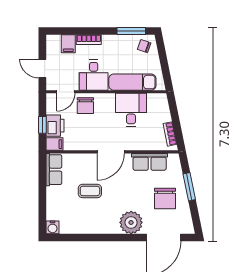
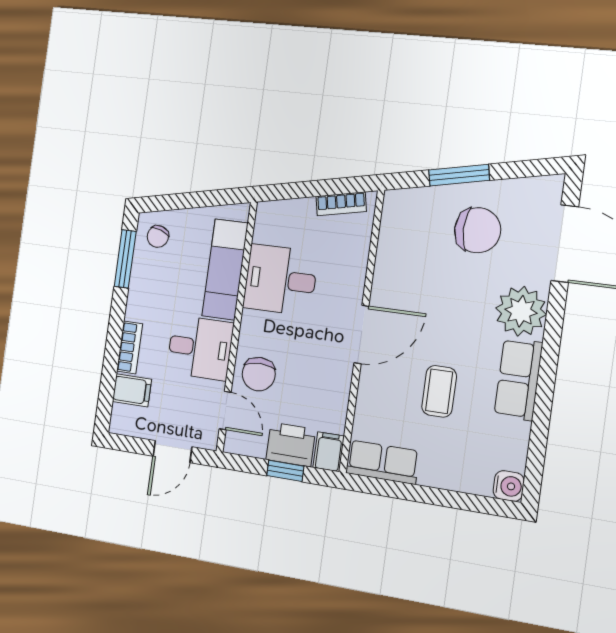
chair: (85, 106) -> (259, 374), turned 90
door: (111, 152) -> (361, 334), hinge flipped
row of seats: (150, 162) -> (518, 379), moved, turned 180

